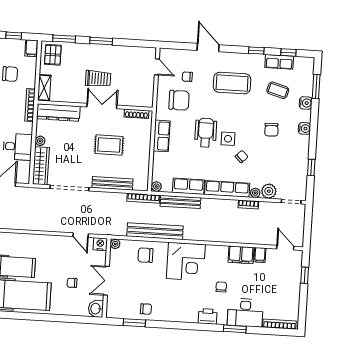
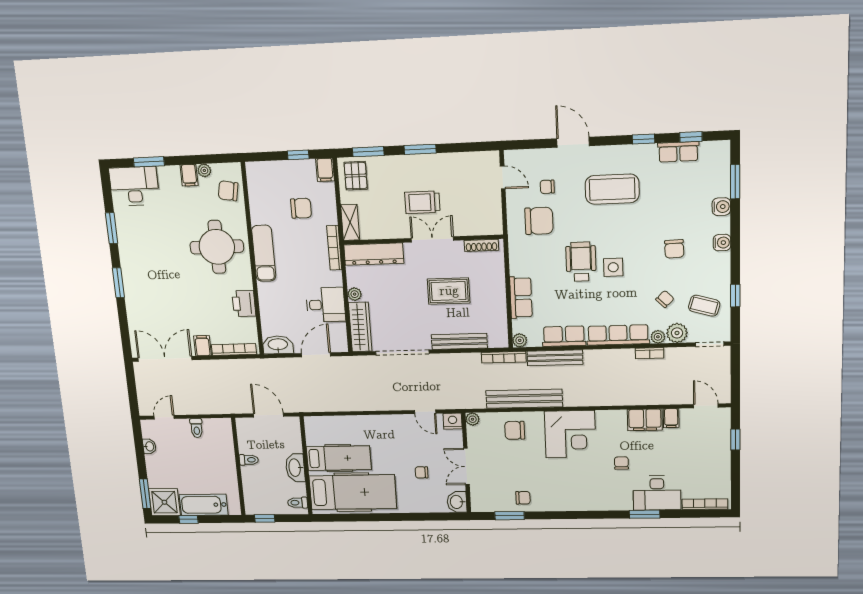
trolley: (98, 79) -> (422, 202), turned 180
coffee table: (278, 90) -> (704, 306), moved
row of seats: (162, 136) -> (521, 298), moved
chair: (242, 157) -> (665, 299), moved
printer: (208, 316) -> (606, 501), removed

